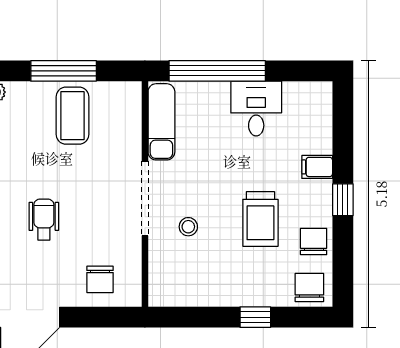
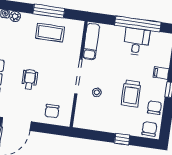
window: (217, 71) -> (138, 24), moved
coffee table: (72, 116) -> (50, 33), turned 90

